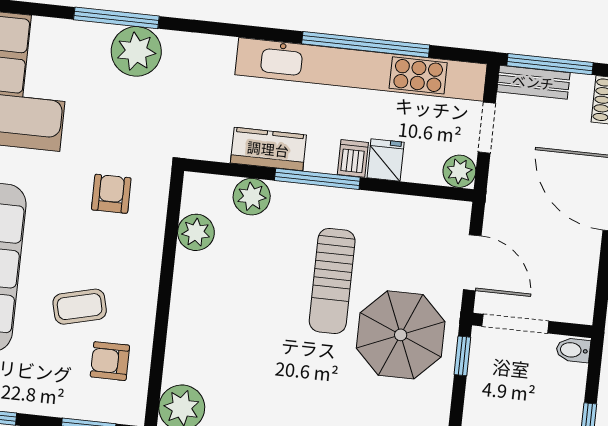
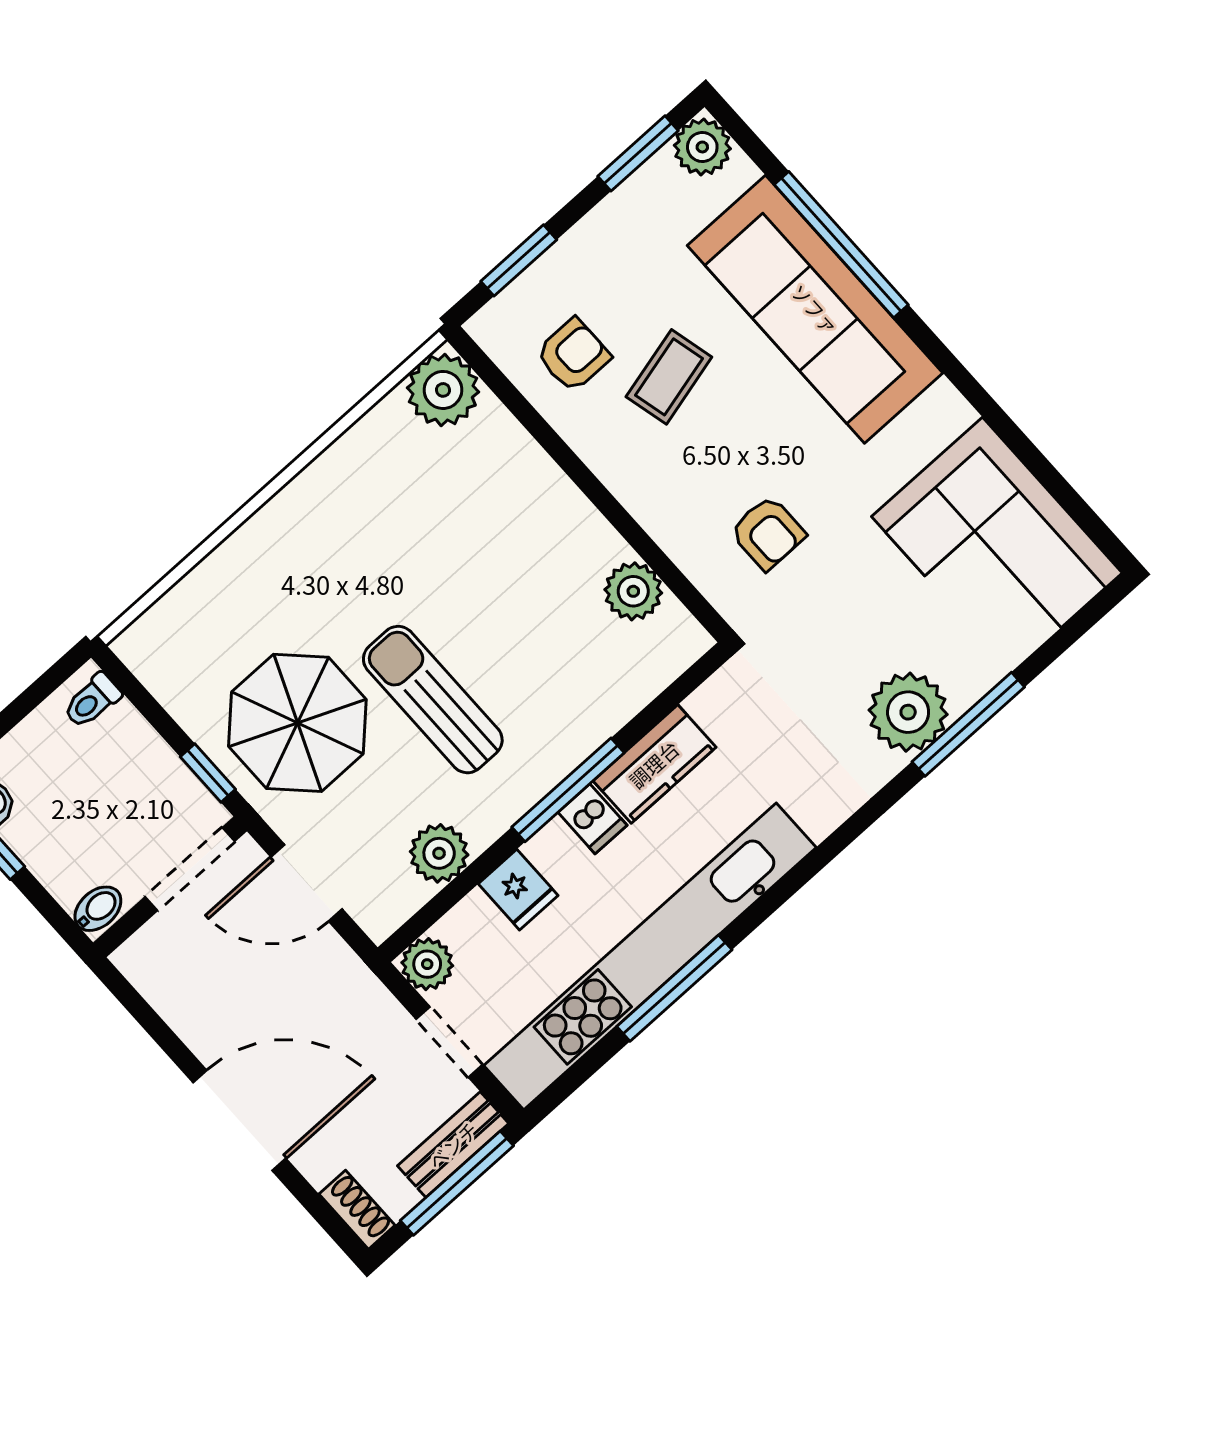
window: (366, 44) -> (674, 988), width x0.68
dishwasher: (353, 158) -> (592, 819), moved
plant: (252, 197) -> (439, 853), moved

